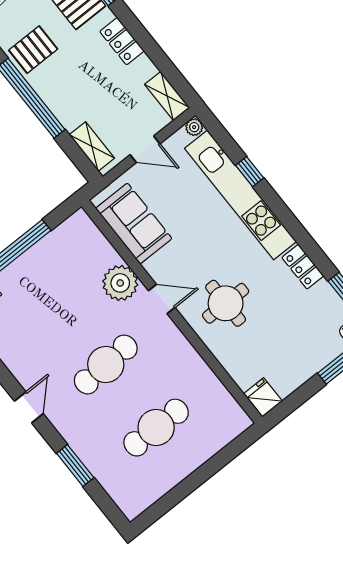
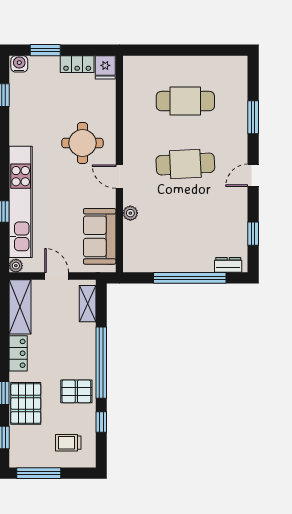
shelving: (167, 96) -> (20, 307), width x1.50, depth x1.33
locker: (303, 267) -> (77, 64), moved, turned 90
plant: (120, 283) -> (130, 213), width x0.53, depth x0.53

